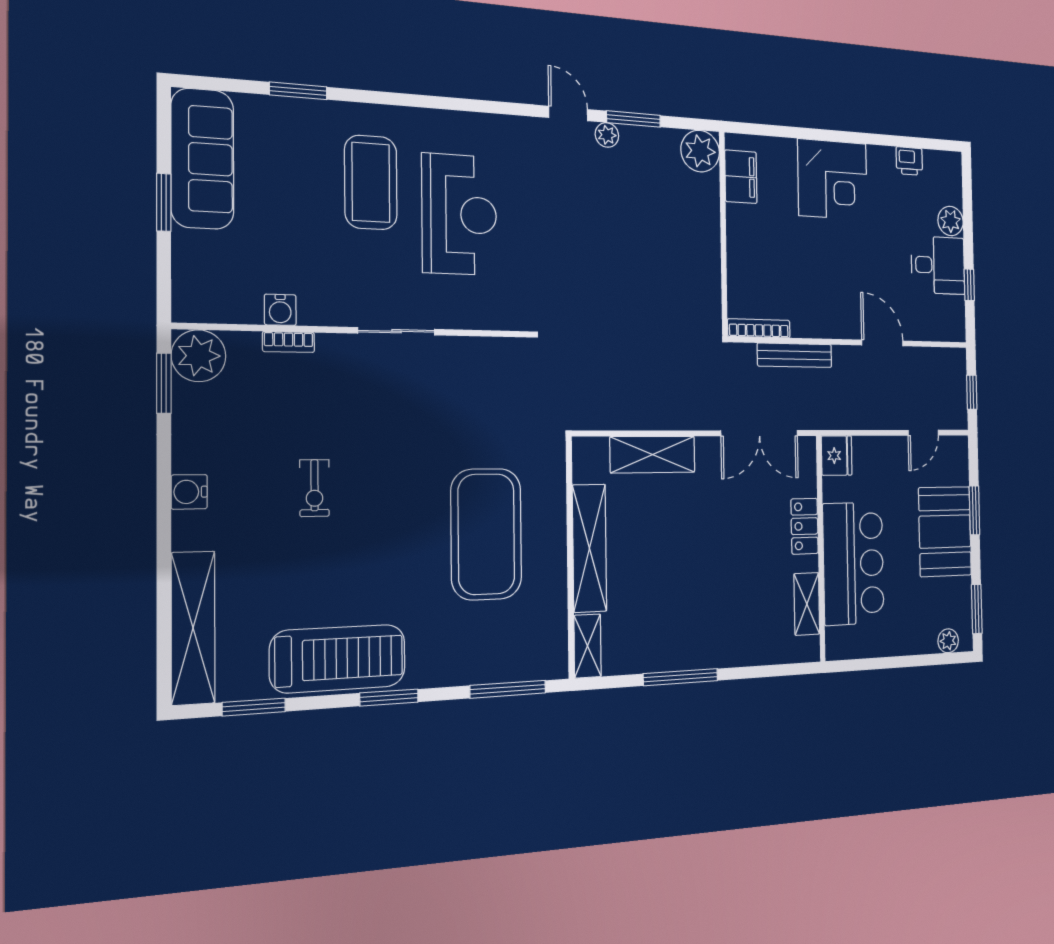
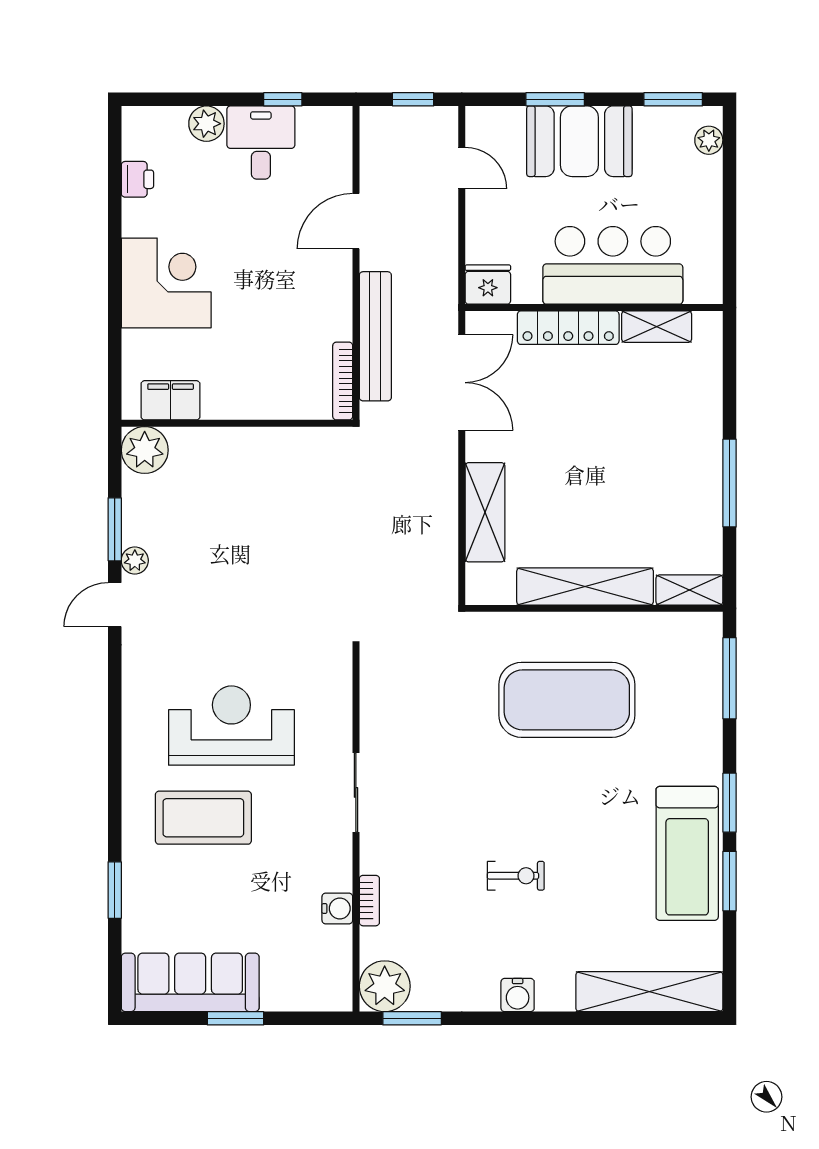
bench: (795, 355) -> (375, 336), width x1.37, depth x1.21
locker: (805, 526) -> (568, 328), width x1.53
treadmill: (338, 659) -> (687, 853), turned 180
window: (254, 707) -> (730, 881), moved

